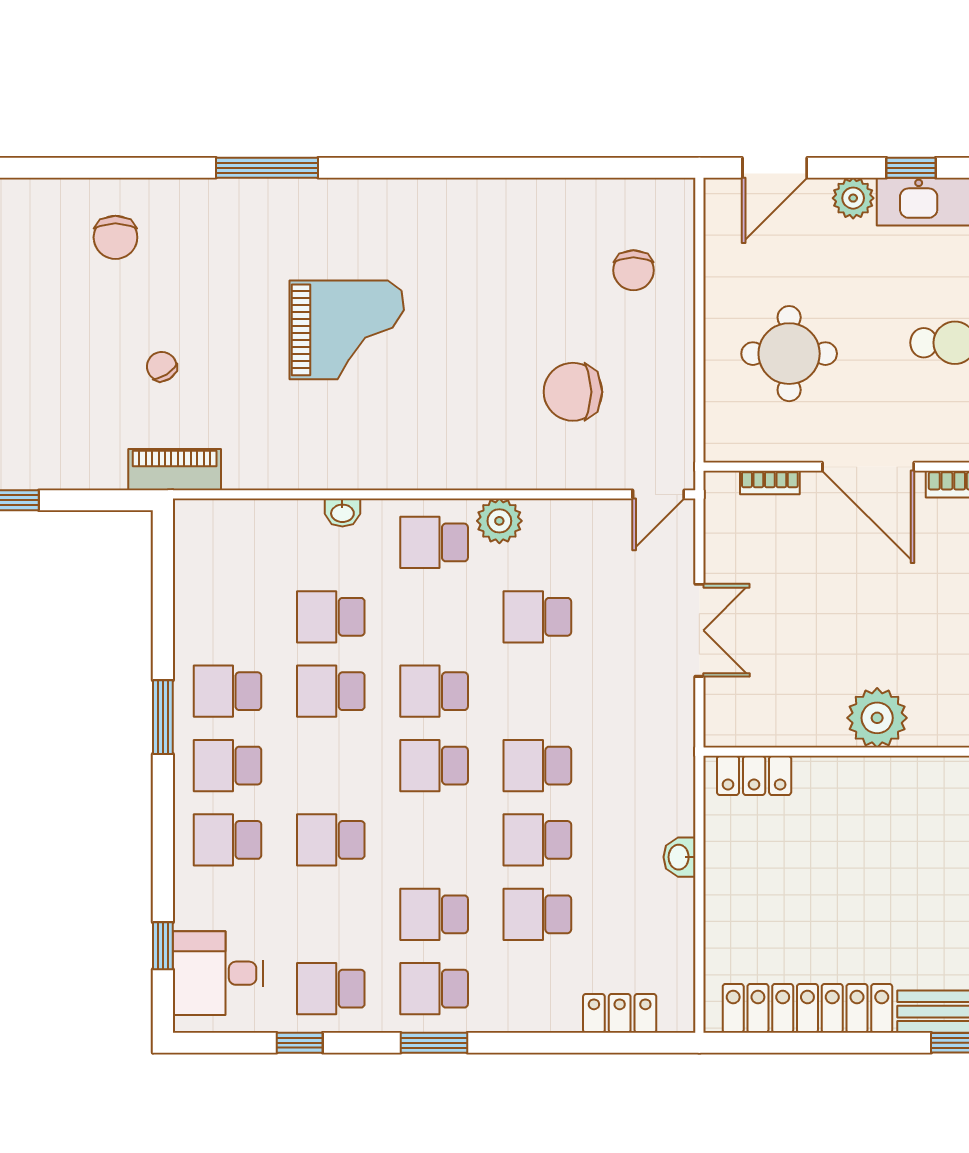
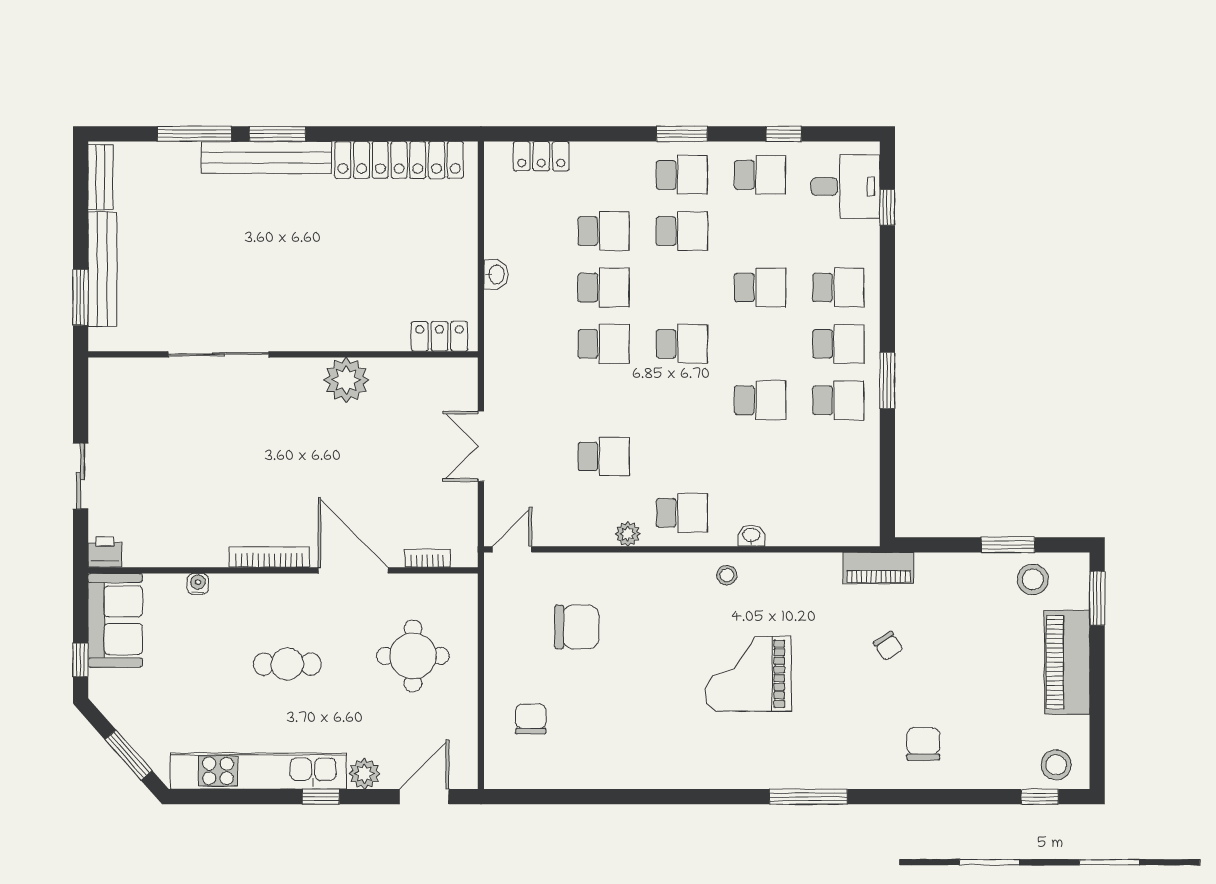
stool: (375, 460) -> (727, 575), added
plant: (499, 521) -> (628, 534), width x0.73, depth x0.73
school desk: (331, 617) -> (760, 457), removed
school desk: (434, 691) -> (682, 400), removed

